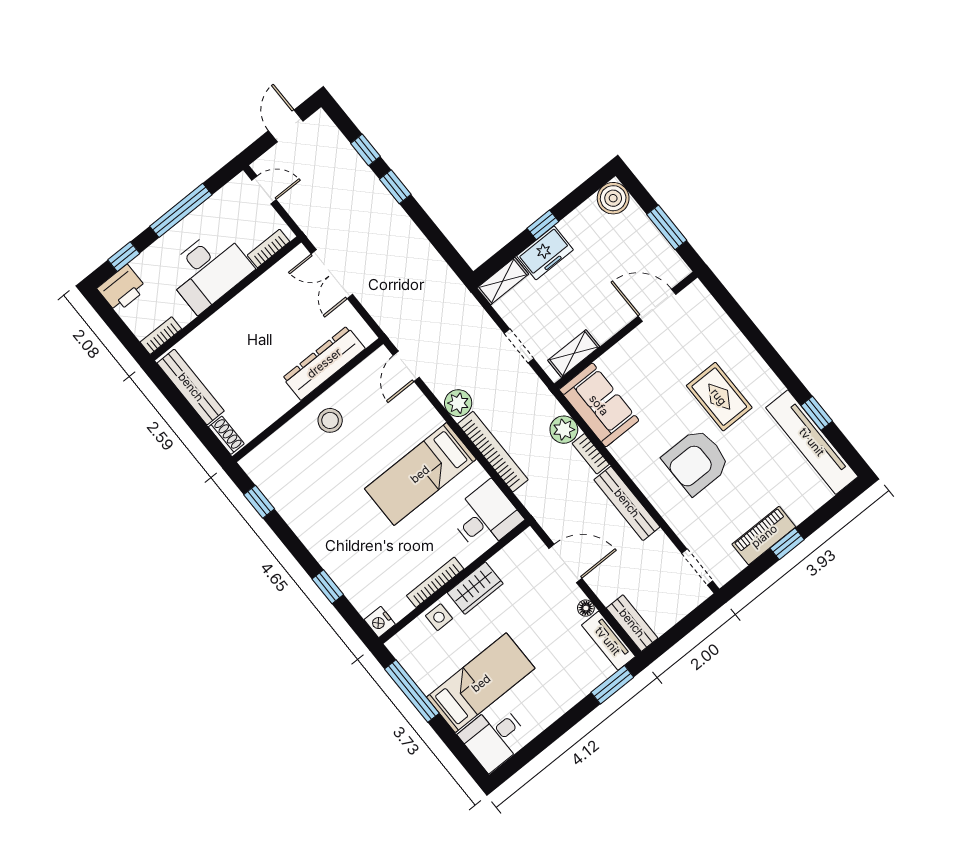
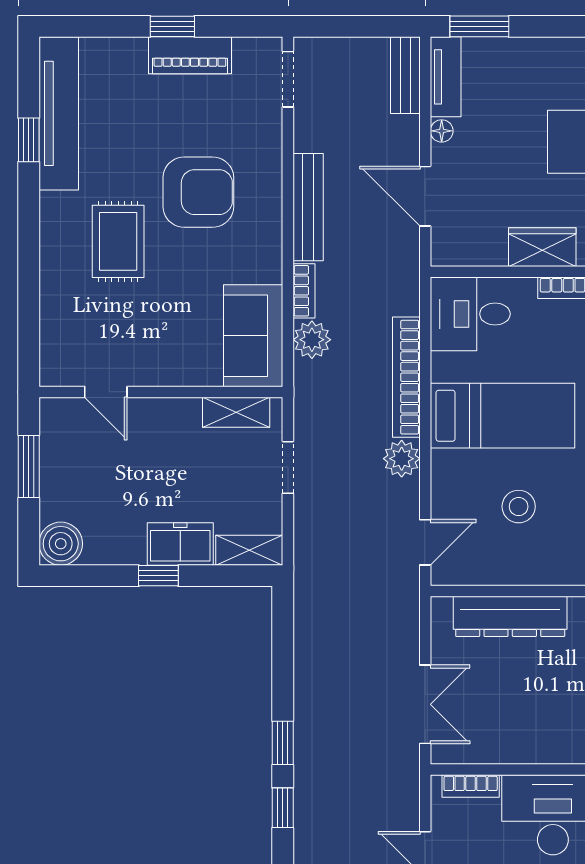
door: (657, 305) -> (106, 392), width x0.73
stool: (330, 420) -> (519, 507), moved

